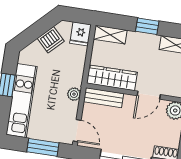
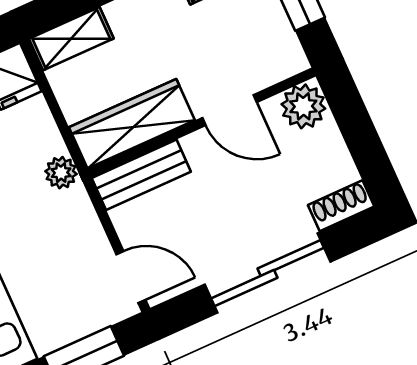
plant: (74, 94) -> (61, 173), moved
door: (149, 95) -> (229, 110), hinge flipped

